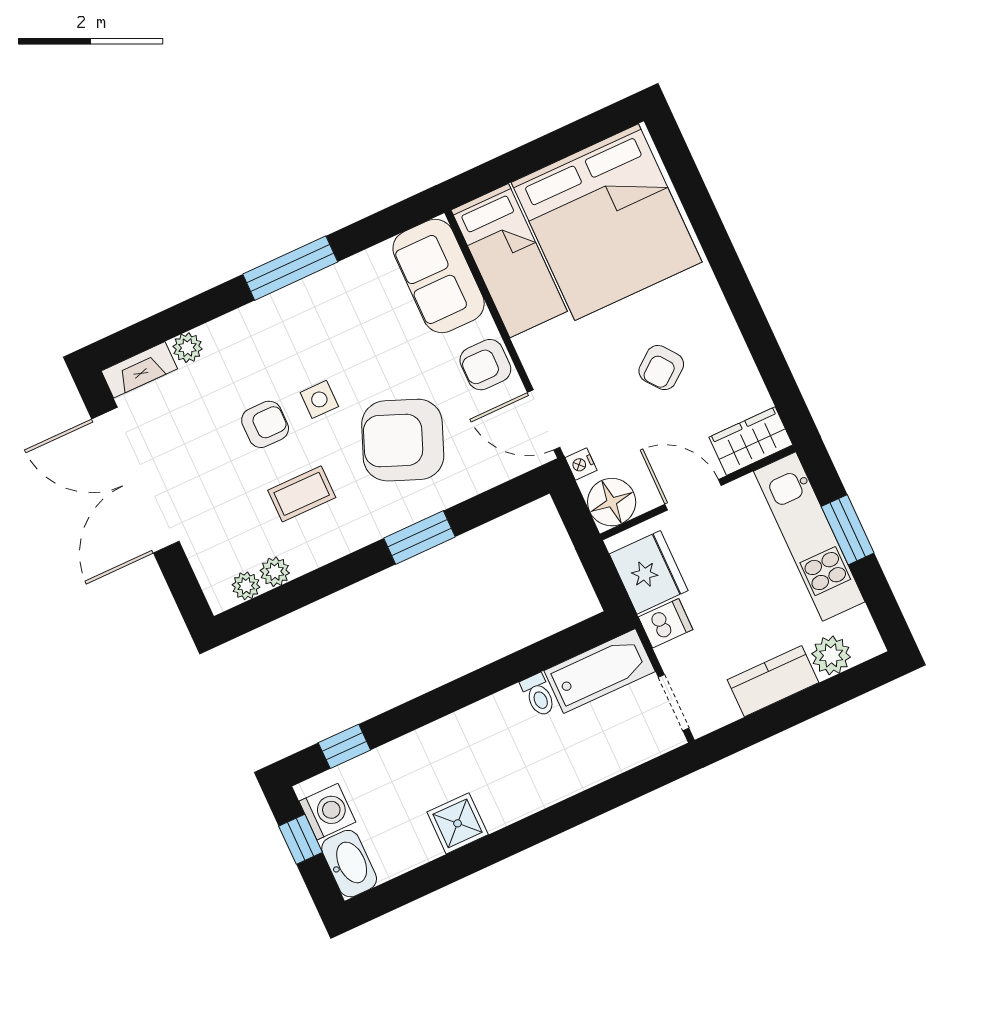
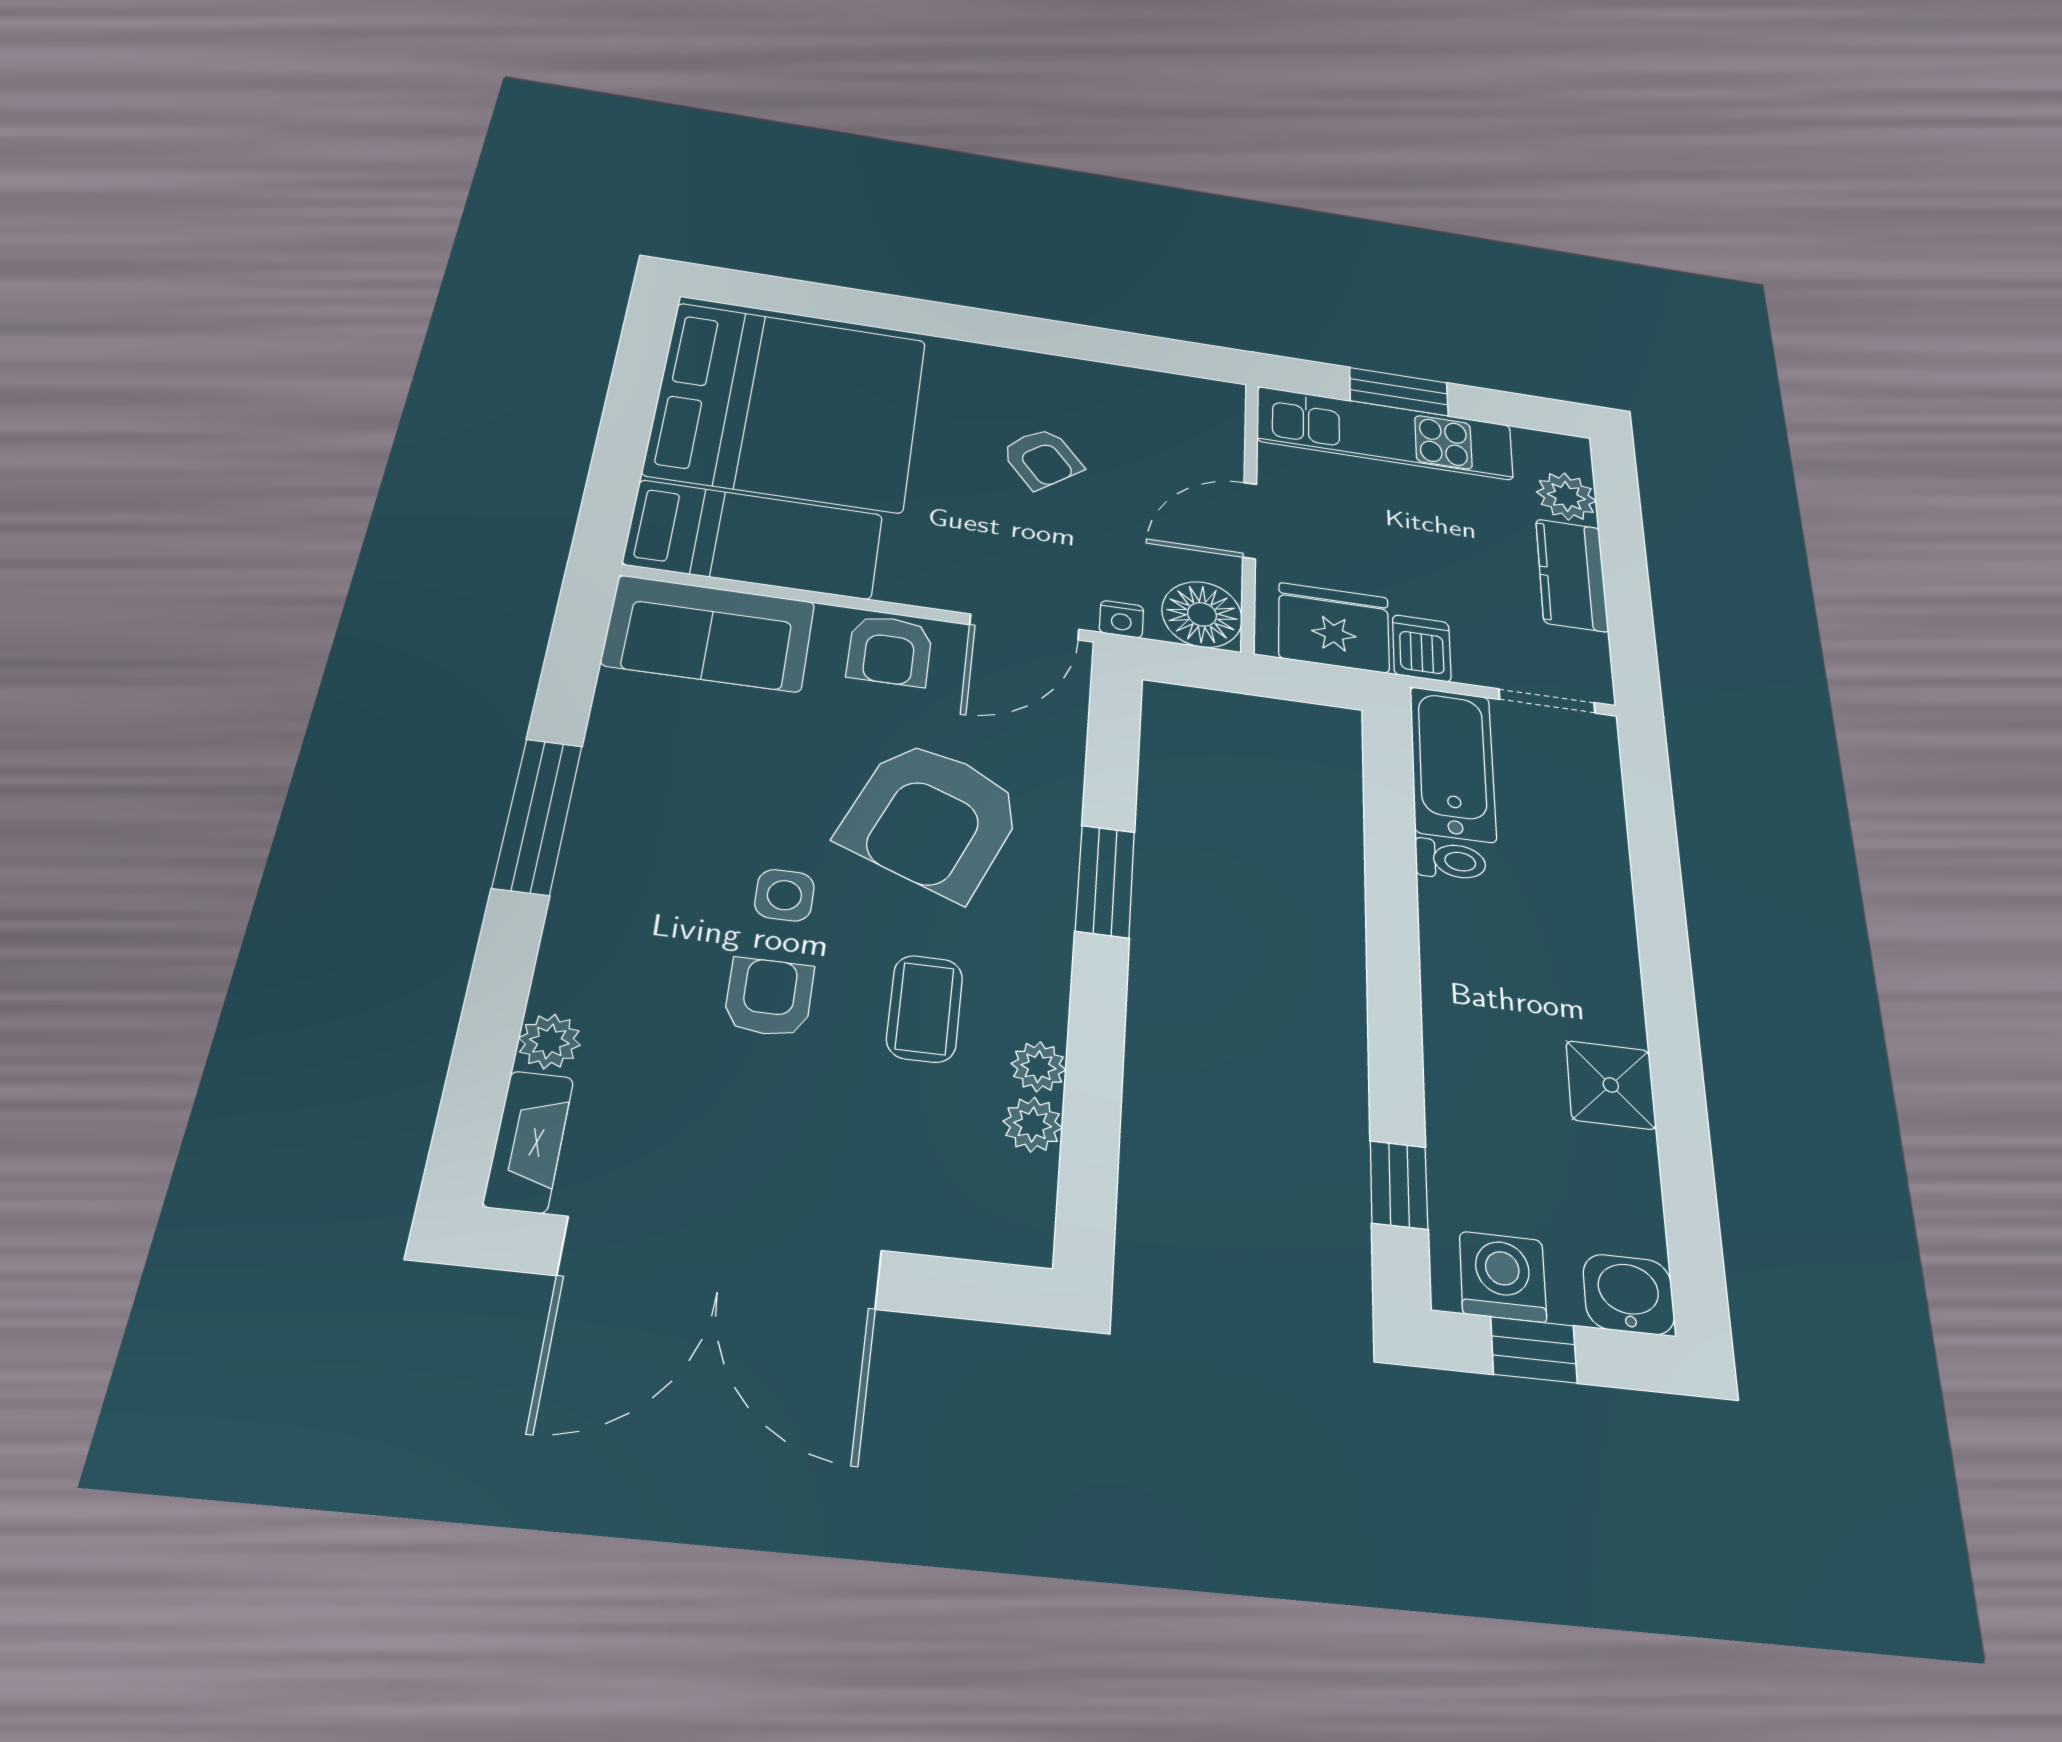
wardrobe: (751, 441) -> (1212, 422), removed
plant: (246, 586) -> (1039, 1067), moved
washbasin: (349, 864) -> (1629, 1294), width x0.72

